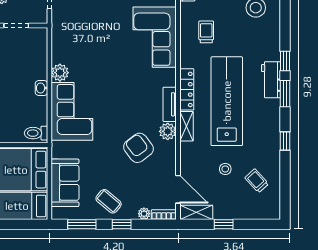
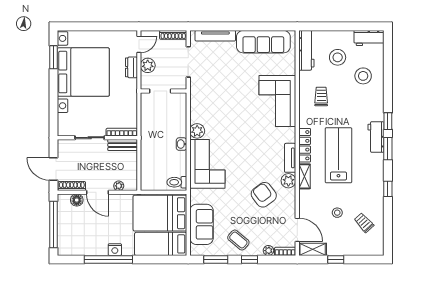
lab bench: (227, 101) -> (338, 155), width x0.73

